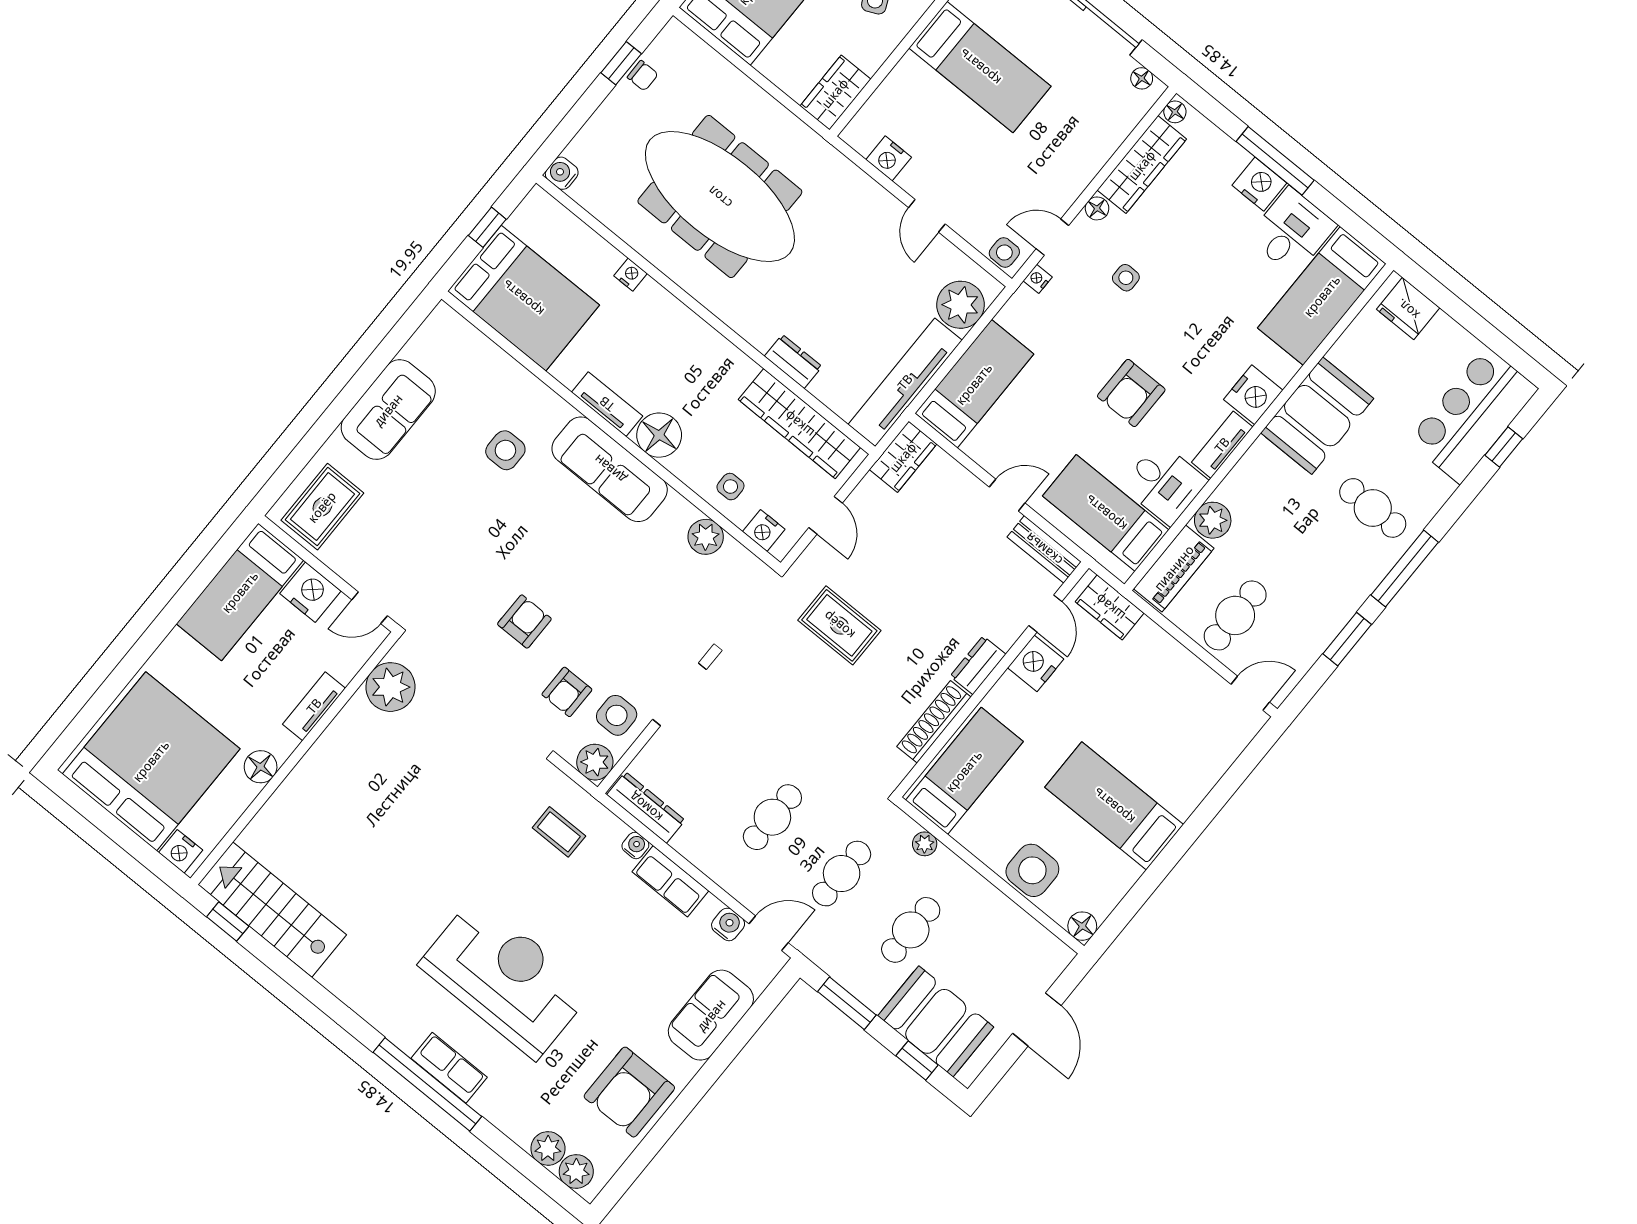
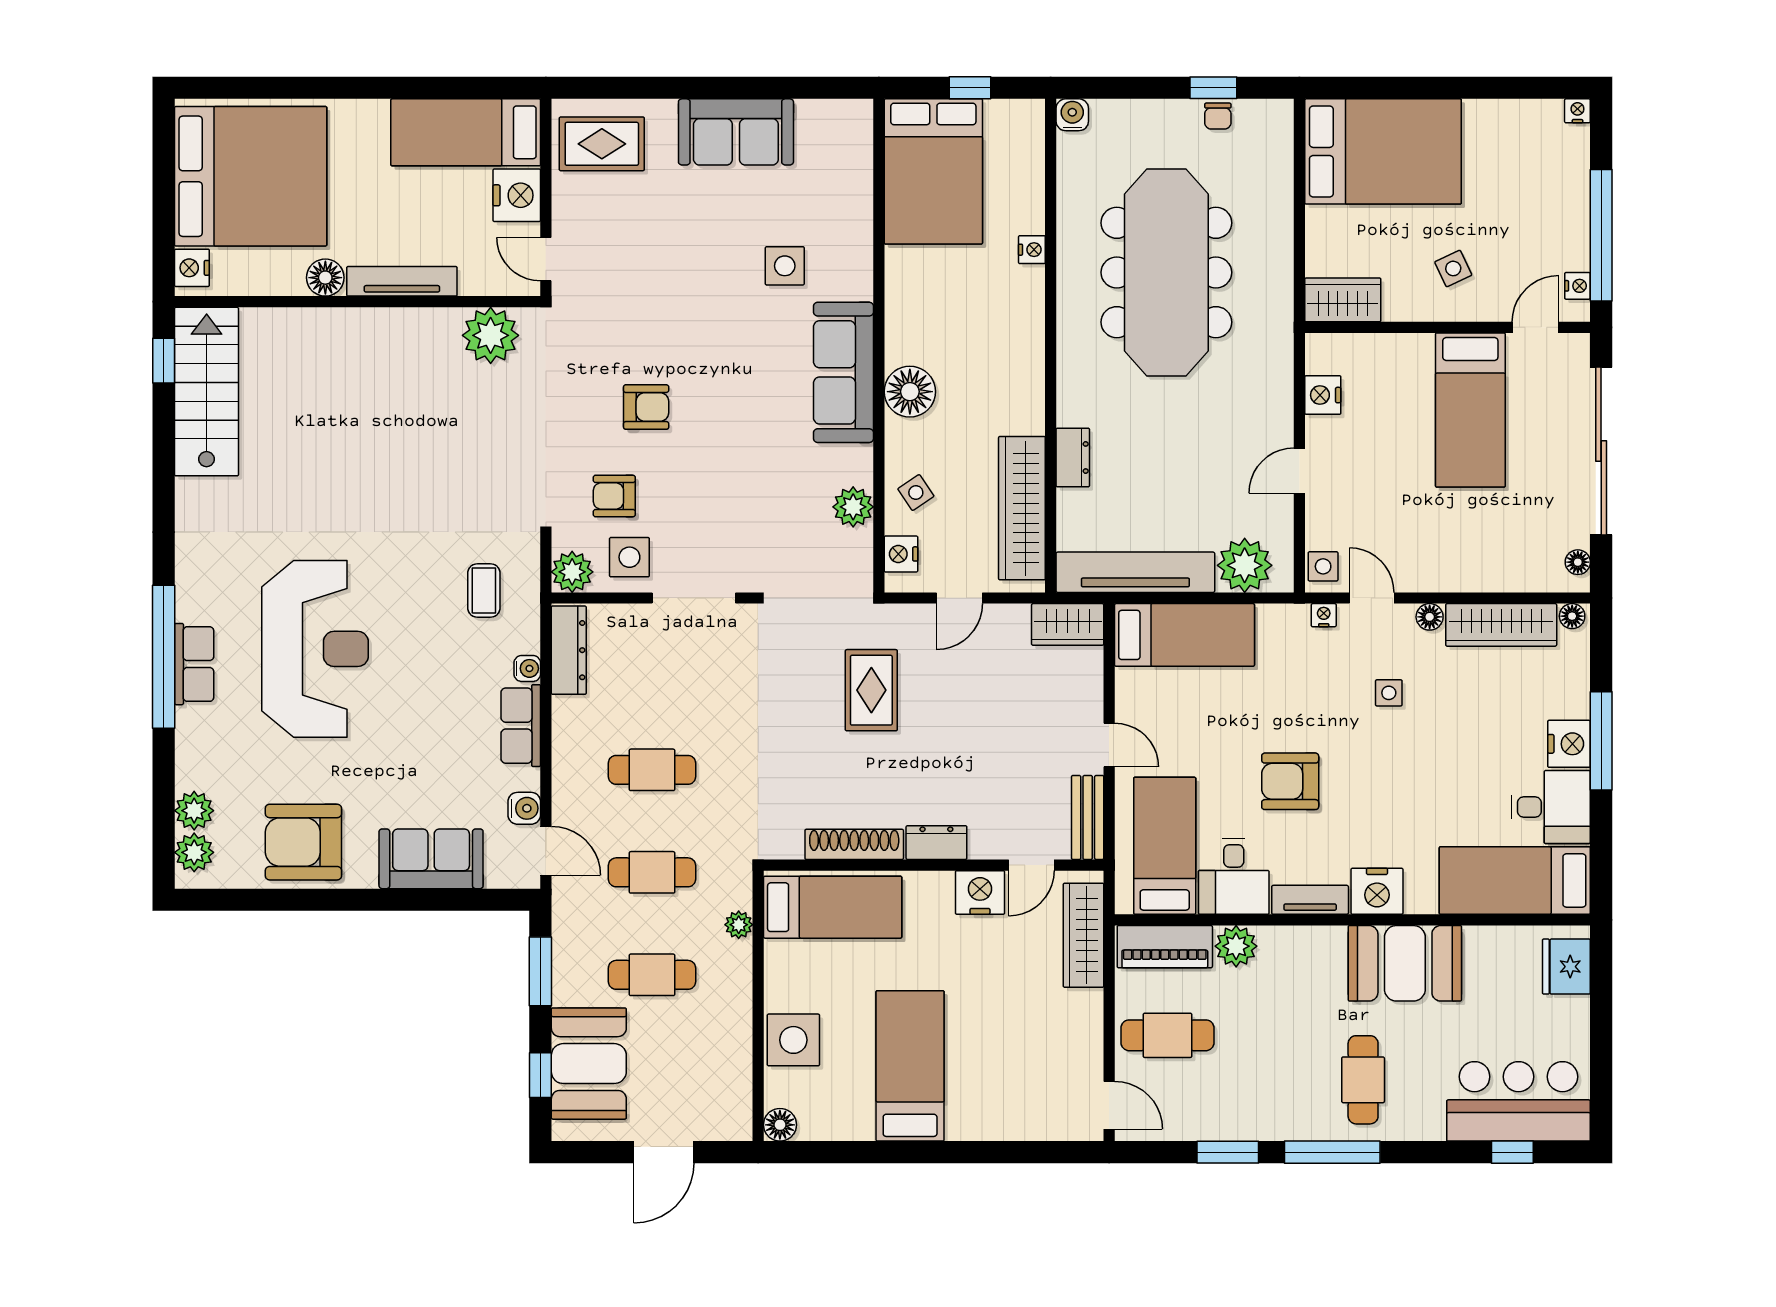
tv unit: (607, 404) -> (900, 323), removed
side table: (730, 487) -> (916, 493), turned -34
wardrobe: (1110, 607) -> (1084, 935), width x1.50
tv unit: (314, 706) -> (402, 281), width x1.41

